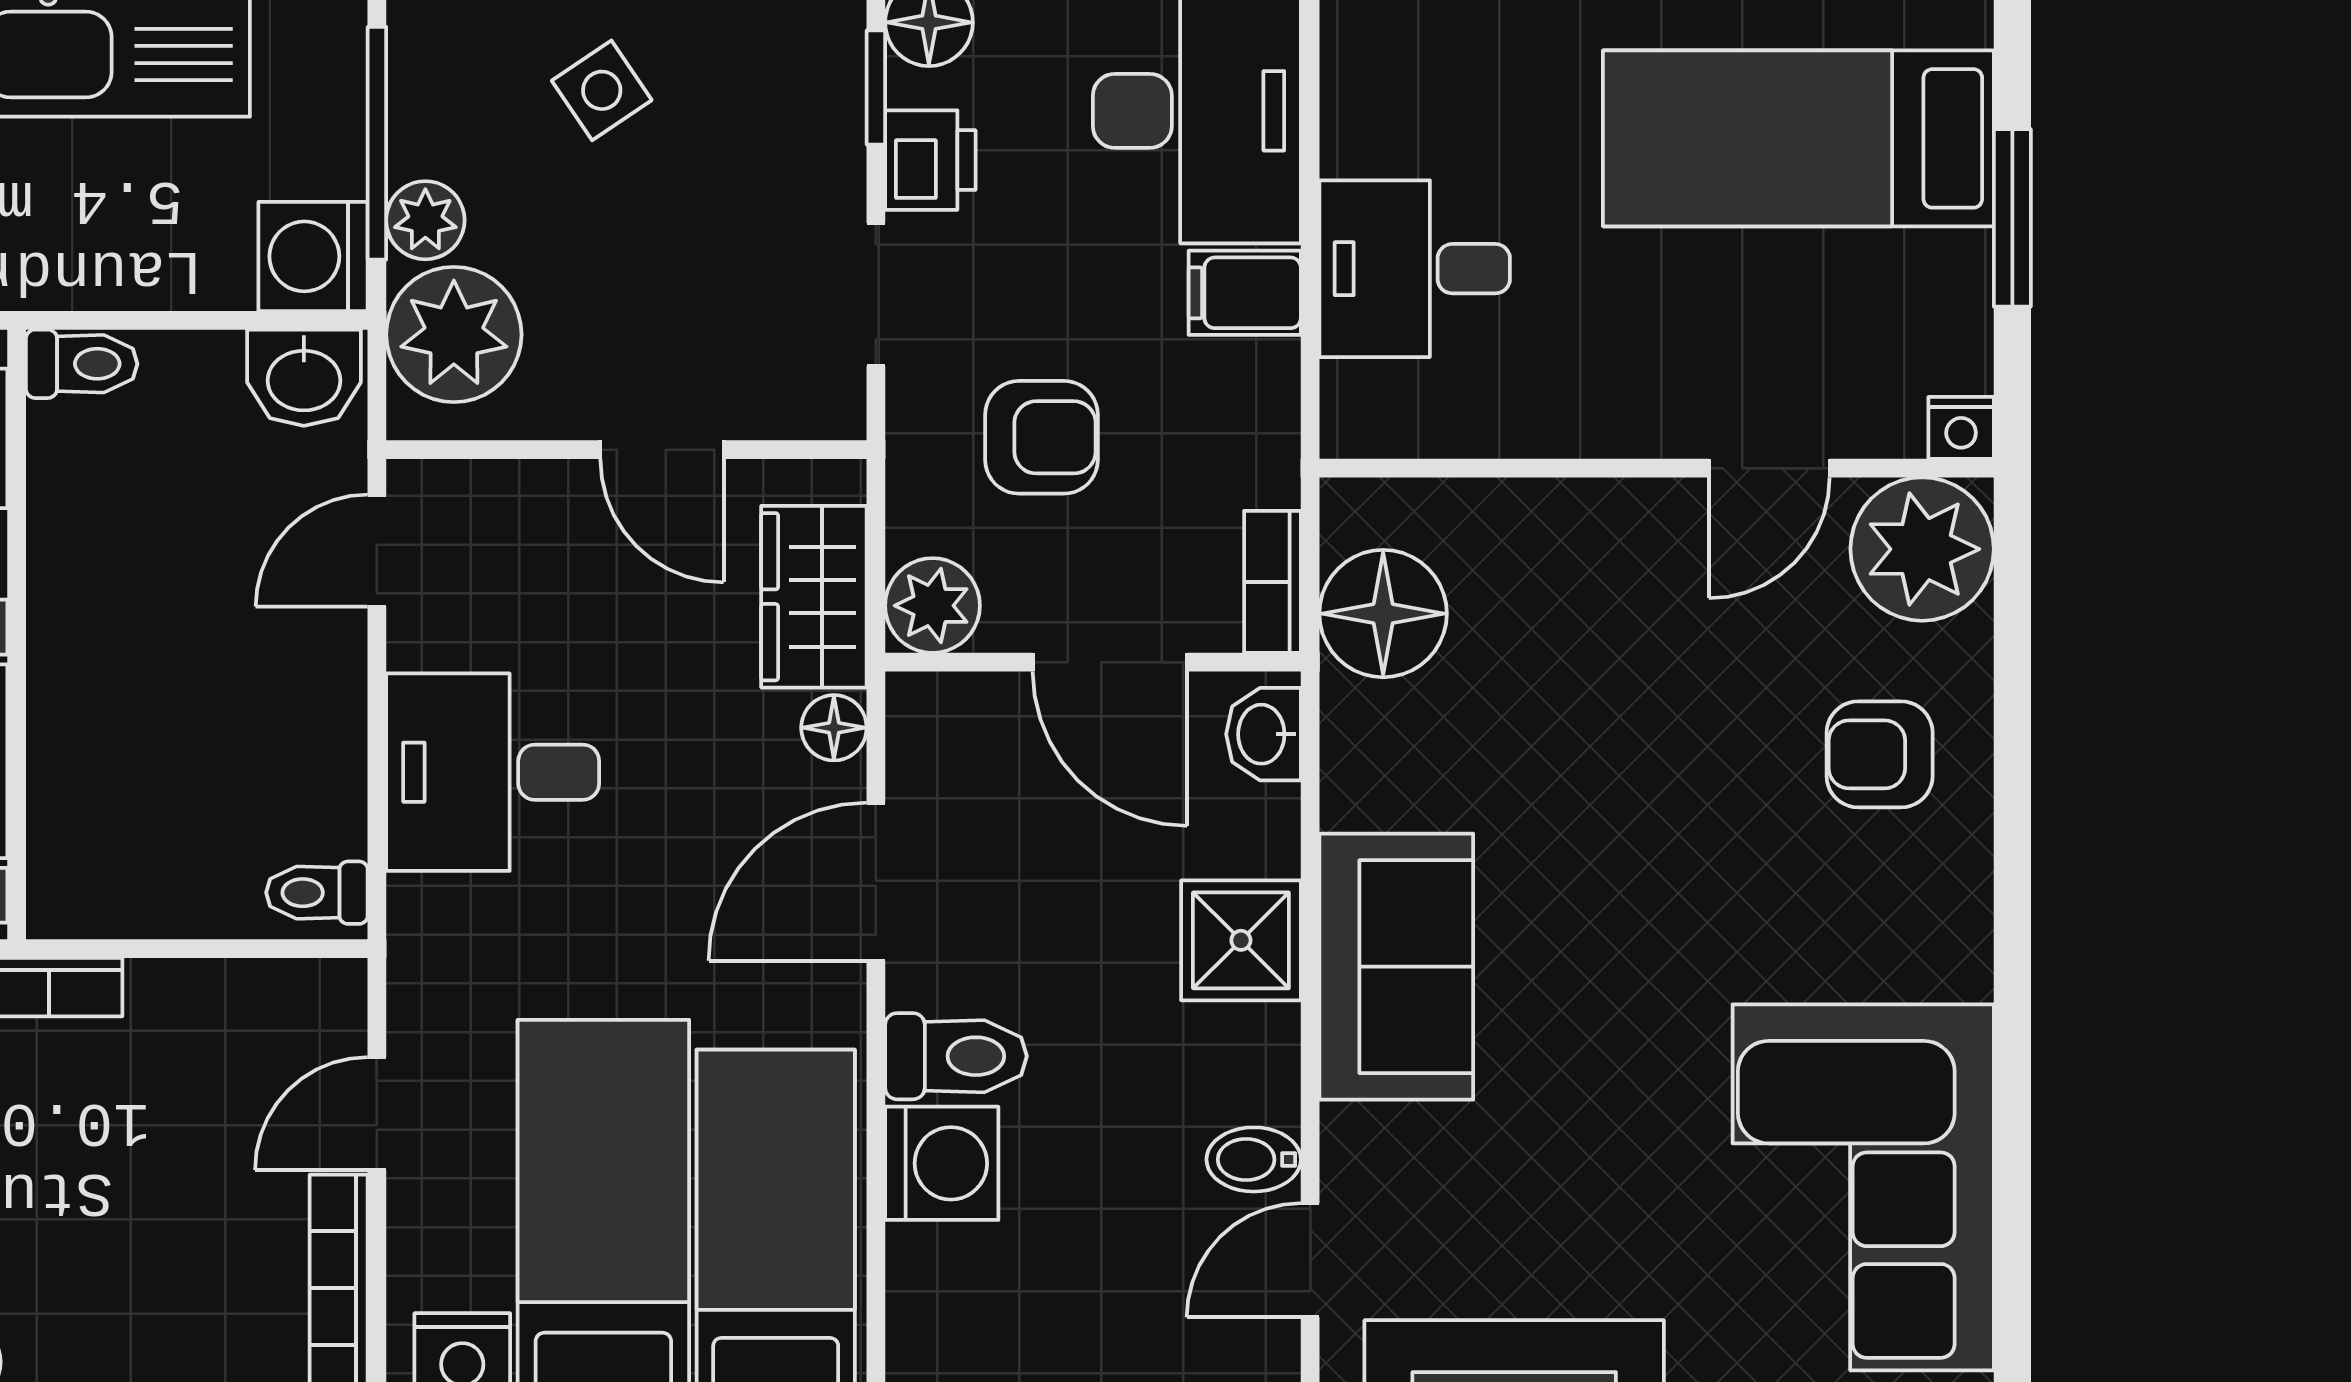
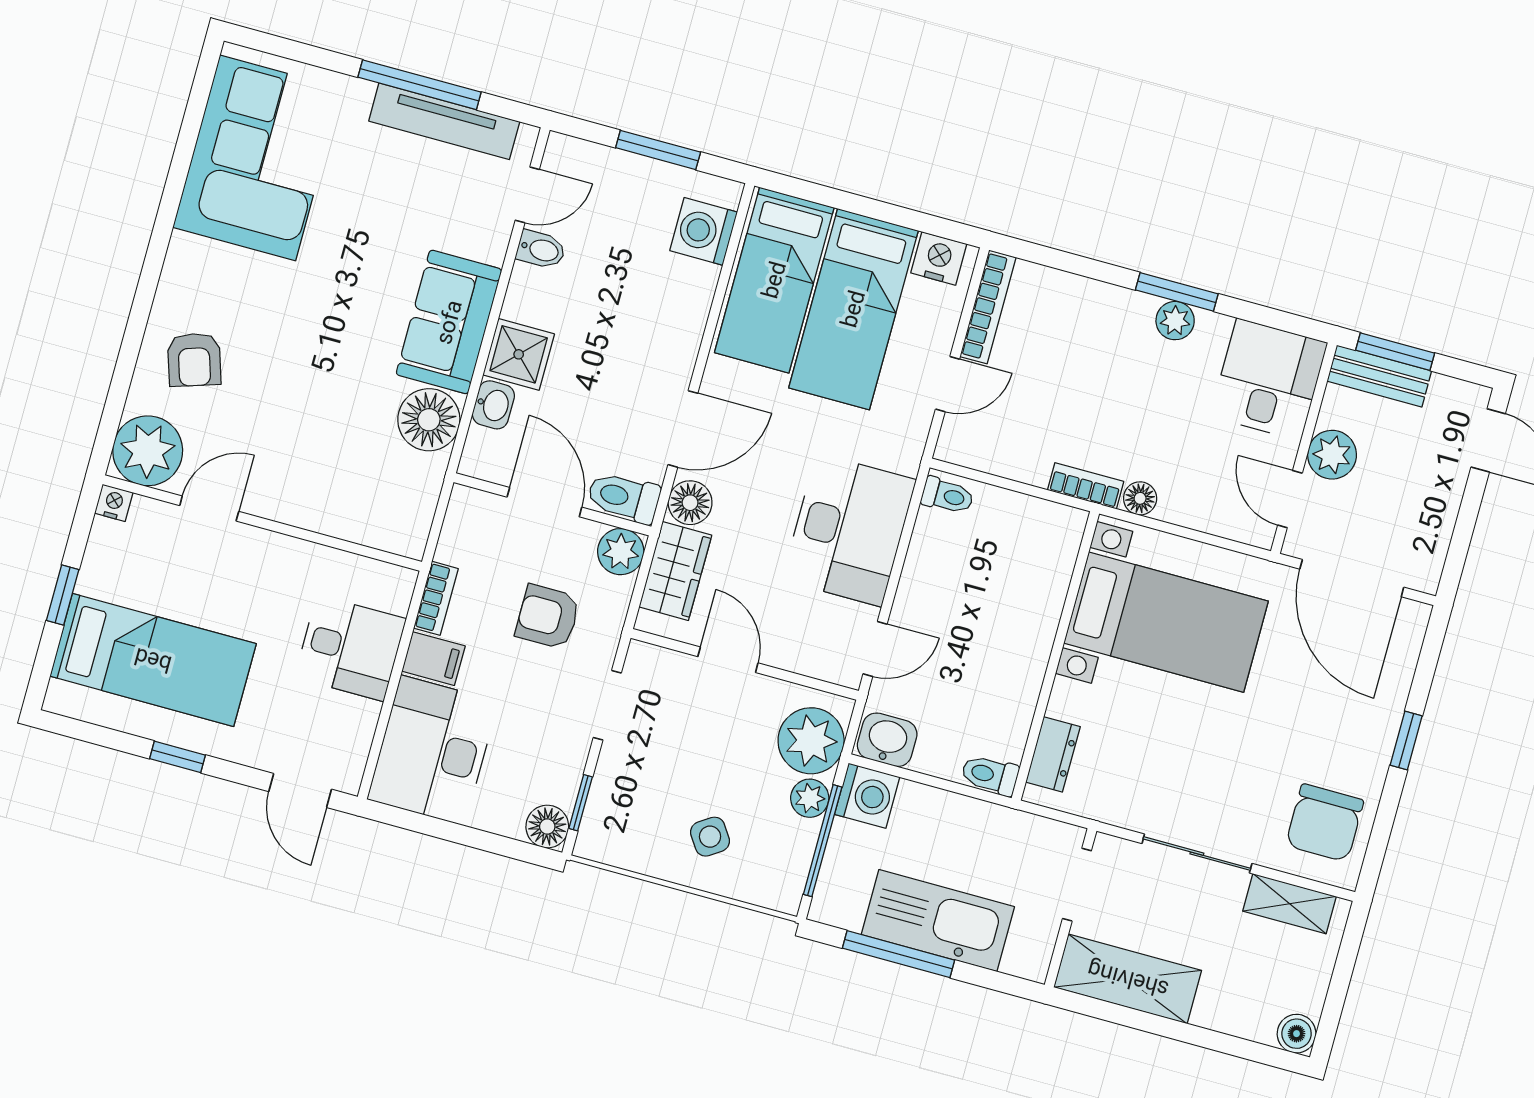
printer: (930, 160) -> (564, 761), removed
window: (2012, 218) -> (63, 595), width x0.67
bookcase: (1272, 582) -> (436, 598), moved
floor lamp: (1383, 614) -> (429, 420), moved
floor lamp: (834, 728) -> (690, 503), width x1.37, depth x1.37
washbasin: (1264, 734) -> (493, 405), moved
armchair: (1880, 754) -> (194, 360), turned 72
desk: (493, 772) -> (849, 530), width x1.37
toilet: (956, 1056) -> (624, 497), moved
washing machine: (942, 1163) -> (704, 231), moved

